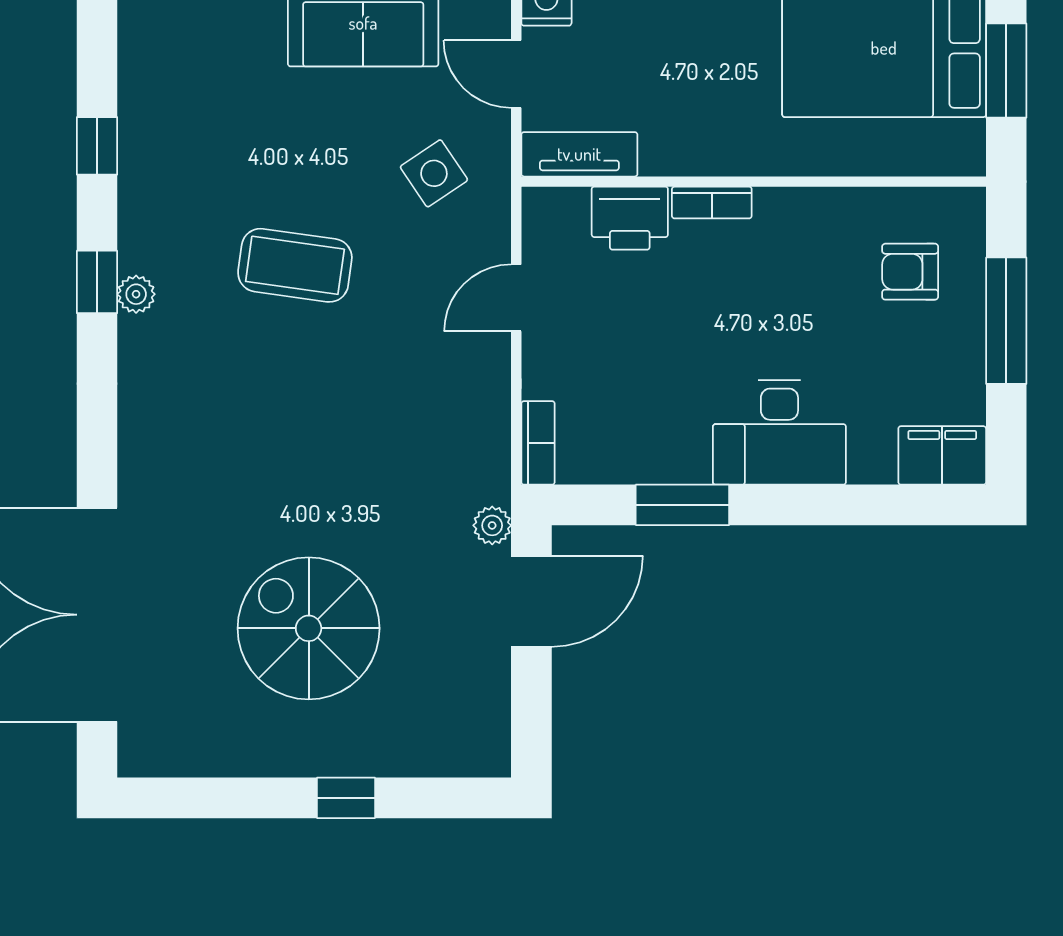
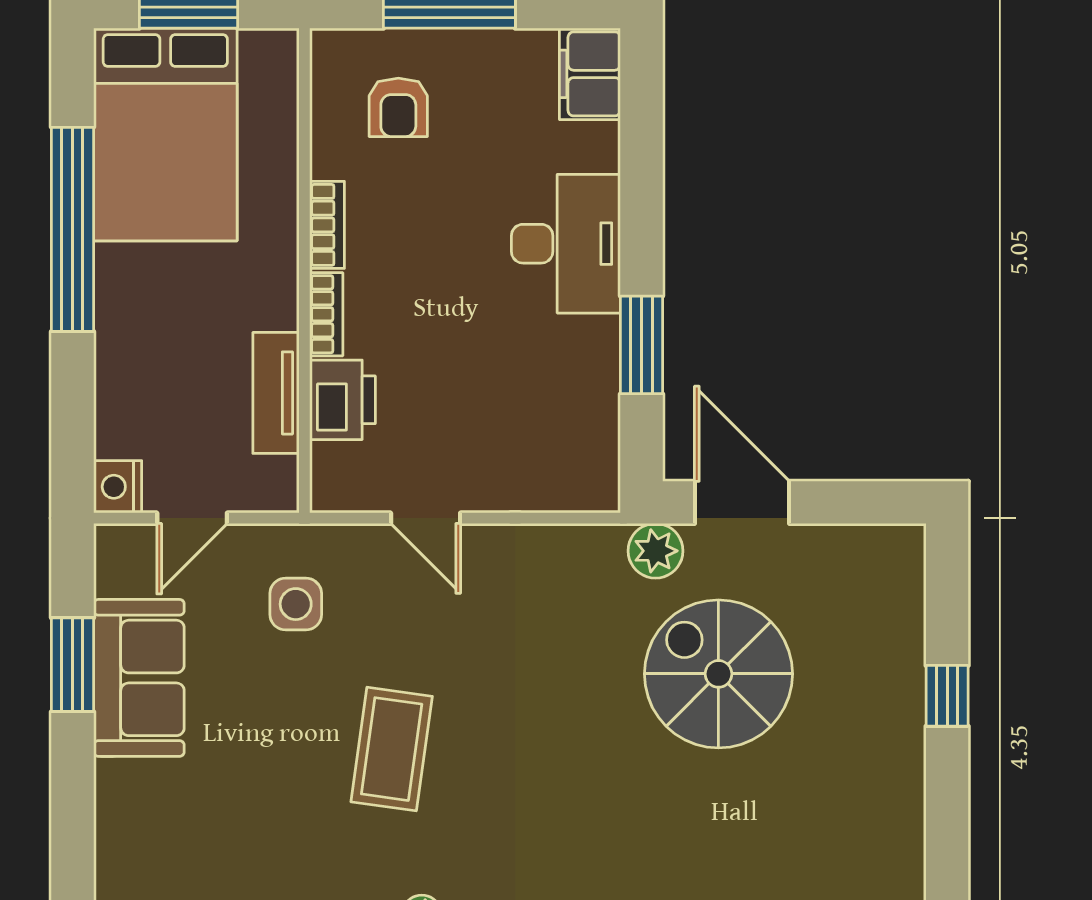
tv unit: (579, 154) -> (276, 393), moved
side table: (434, 173) -> (296, 604), turned 34
bookcase: (538, 443) -> (327, 225), moved, turned 90
plant: (492, 525) -> (656, 551), width x1.38, depth x1.38
spiral stairs: (309, 628) -> (718, 674), moved, turned 90

